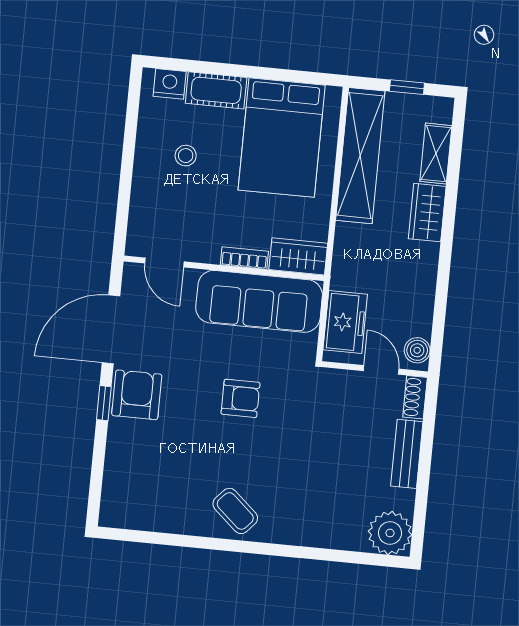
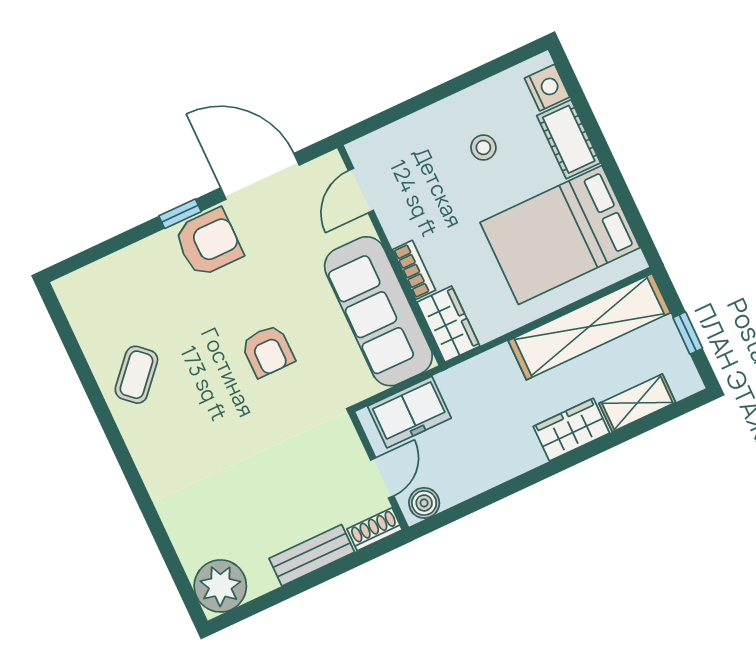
coffee table: (235, 511) -> (136, 375), moved

